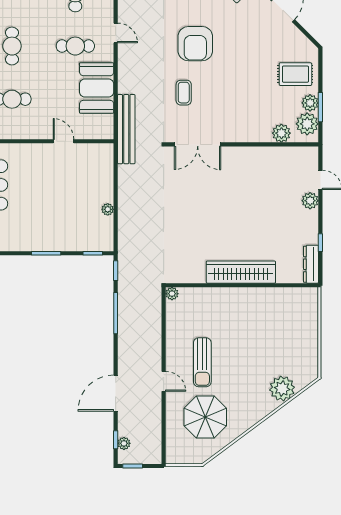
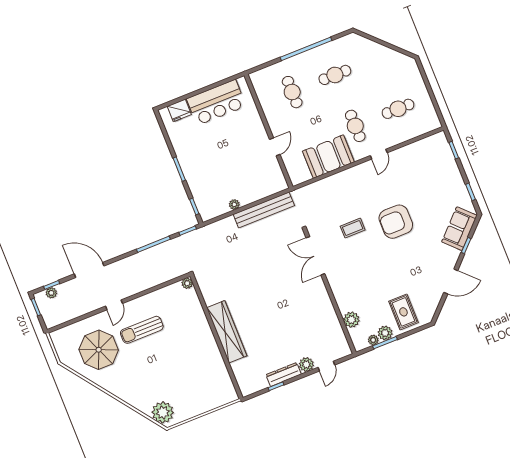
plant: (307, 124) -> (373, 340), width x0.53, depth x0.53
bench: (126, 129) -> (264, 210), moved
dresser: (311, 264) -> (284, 374), moved
plant: (282, 389) -> (163, 412), moved

